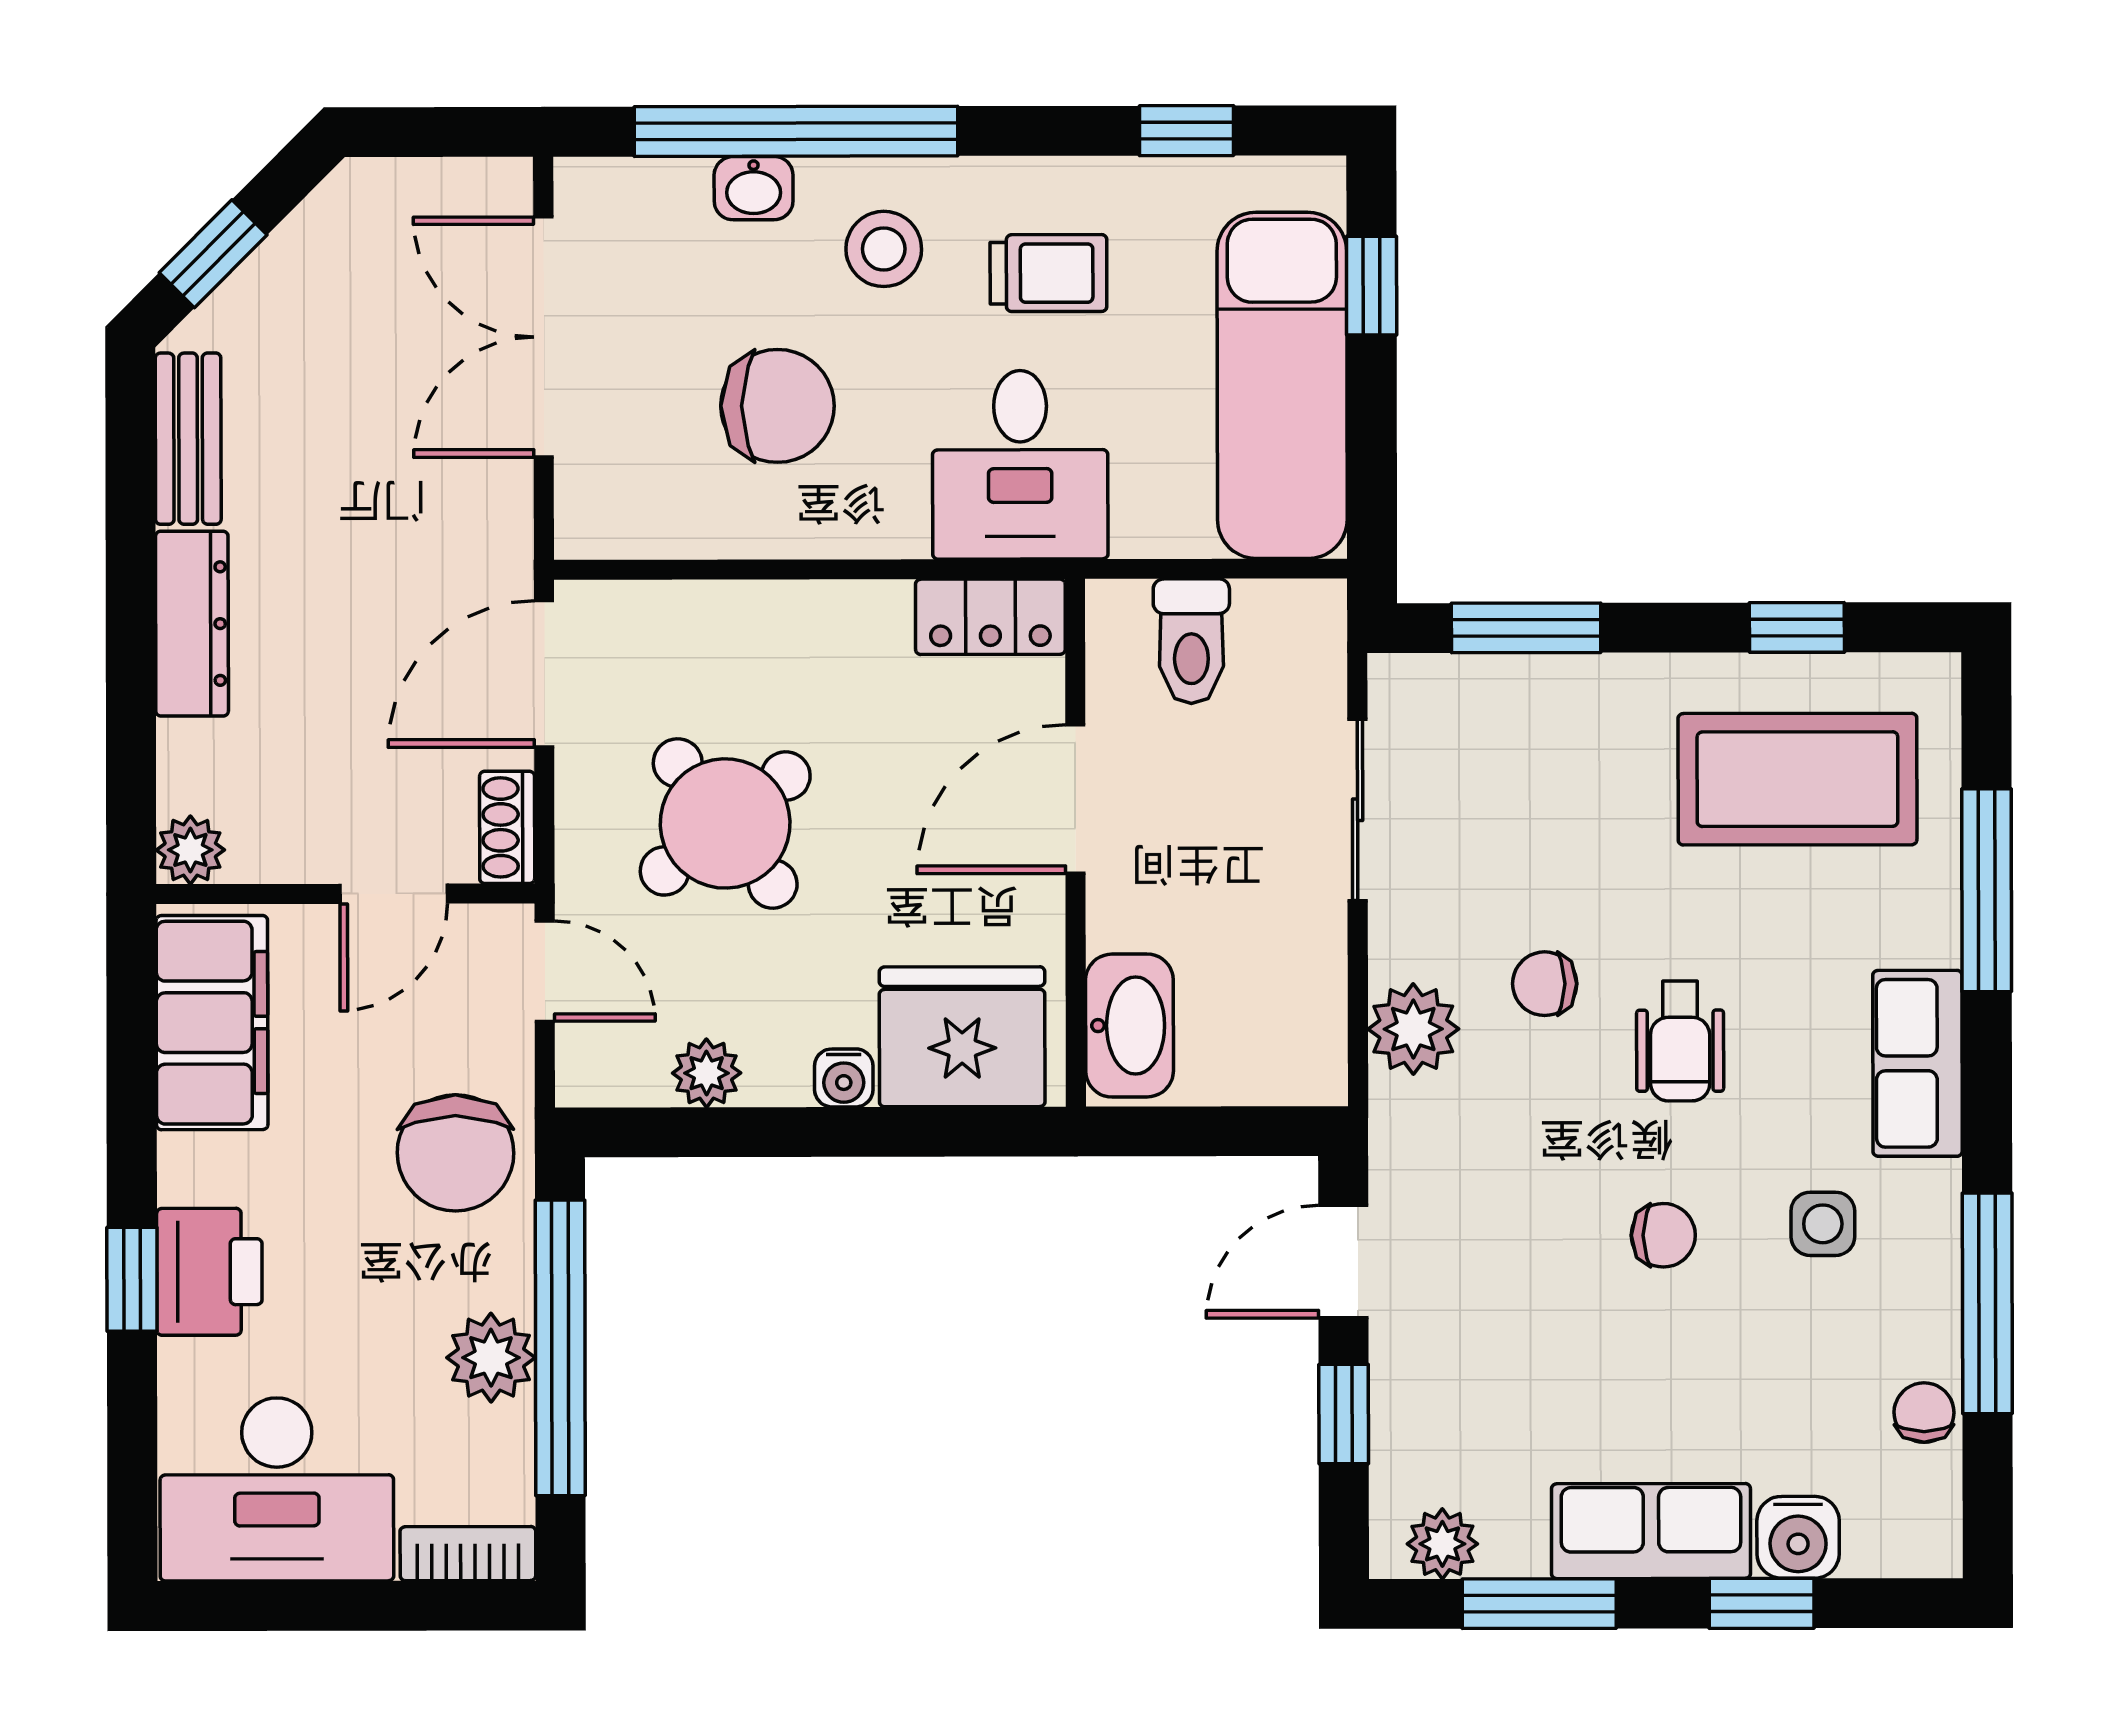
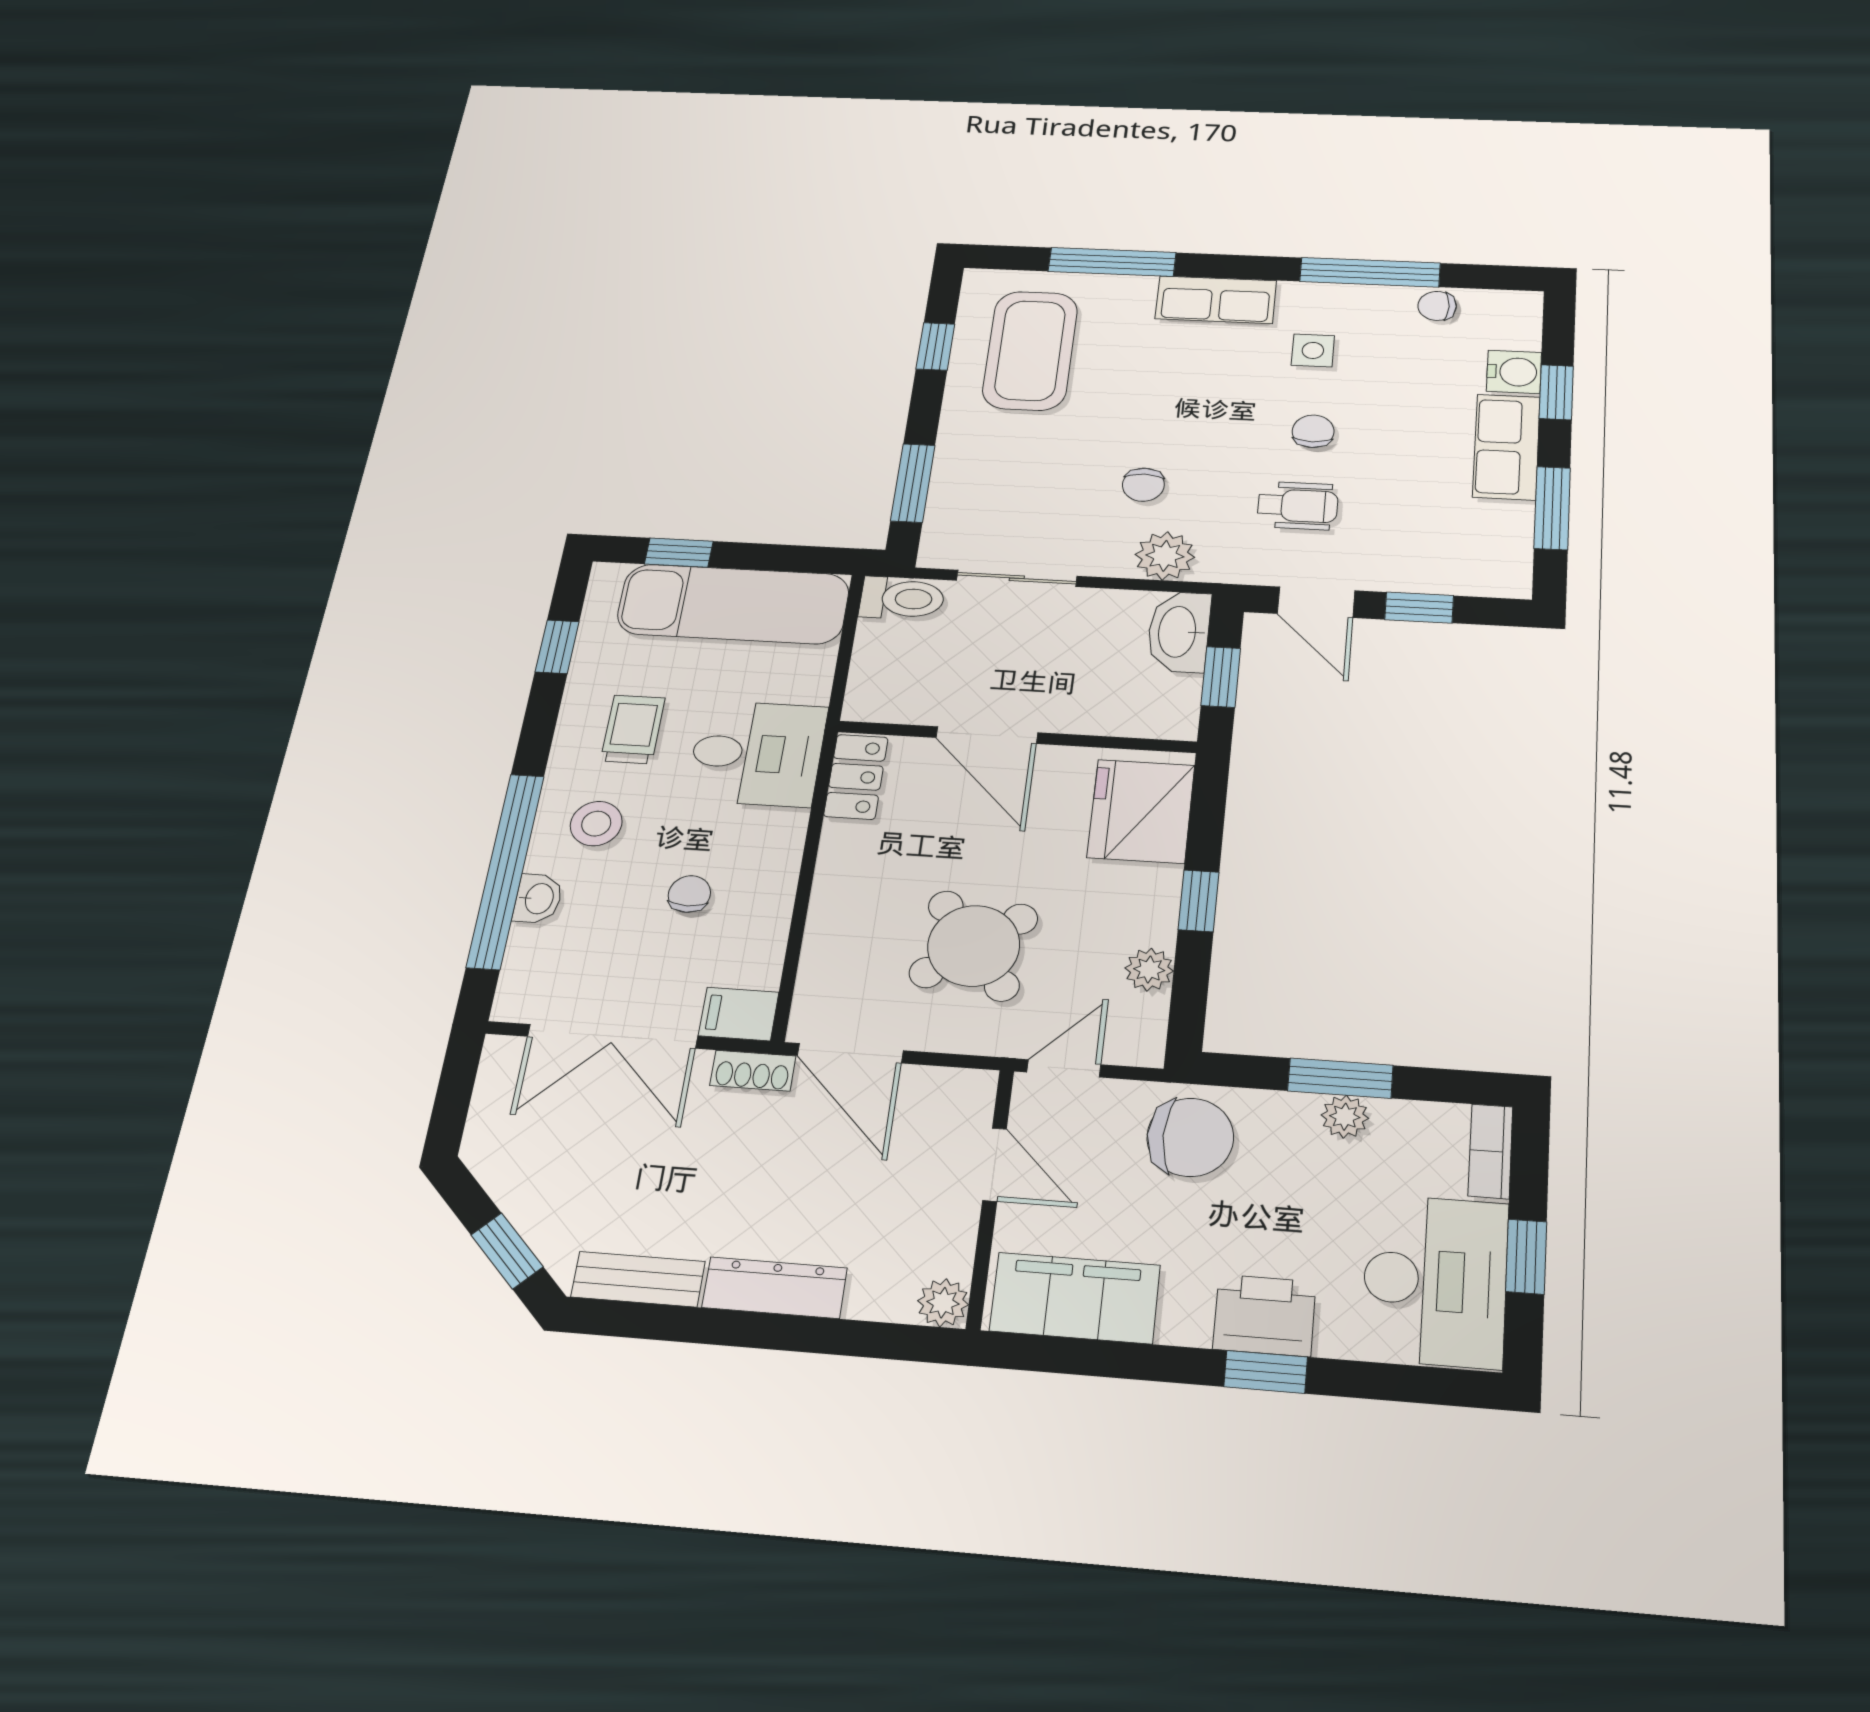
chair: (778, 406) -> (689, 894), width x0.54, depth x0.54
filing cabinet: (592, 509) -> (739, 1014), added
toilet: (1191, 641) -> (902, 598), moved
shoe rack: (507, 827) -> (753, 1071), moved
washbasin: (1129, 1025) -> (1179, 632), moved, turned -90
wheelchair: (1680, 1041) -> (1298, 506), moved
water cooler: (844, 1078) -> (1162, 884), removed
window: (1201, 1131) -> (1221, 677), added
window: (821, 1132) -> (1199, 901), added
window: (560, 1348) -> (1340, 1078), width x0.47
plant: (491, 1358) -> (1345, 1117), width x0.73, depth x0.73
plant: (1442, 1544) -> (1510, 558), removed
window: (321, 1606) -> (1526, 1257), added

